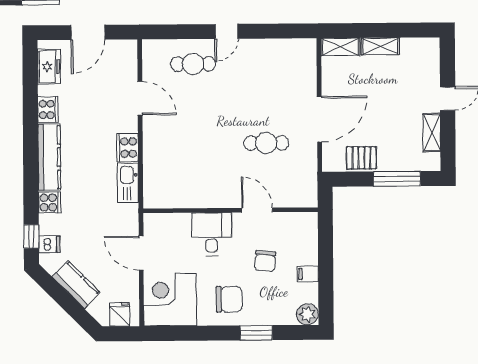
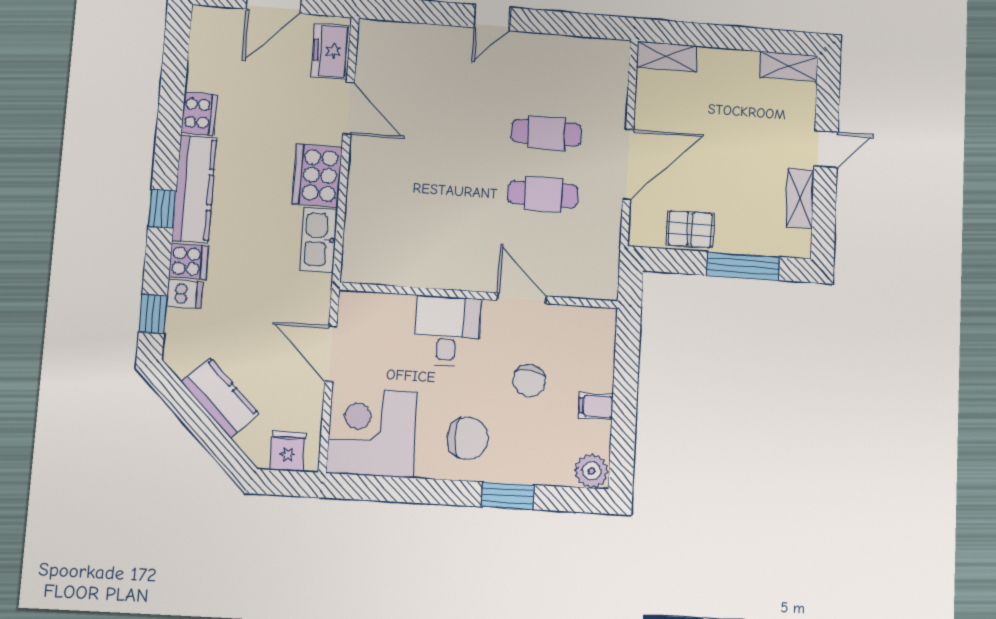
shelving: (380, 46) -> (789, 66), moved
cafe table: (193, 64) -> (547, 133), moved
freezer: (49, 67) -> (331, 51), moved, turned 180
cooker: (127, 148) -> (317, 175), width x1.37, depth x1.31
window: (31, 171) -> (162, 209), added
dishwasher: (49, 244) -> (185, 294), moved

